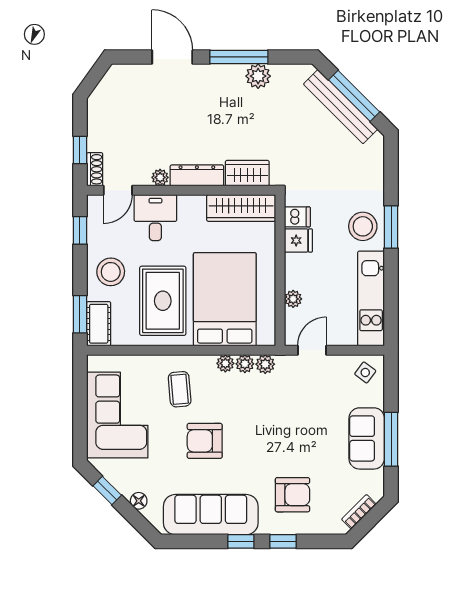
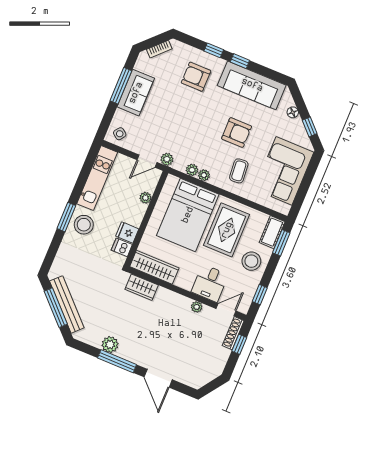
shoe rack: (95, 169) -> (233, 333), width x1.43
dresser: (197, 175) -> (173, 299), removed
plant: (265, 364) -> (167, 159), moved

